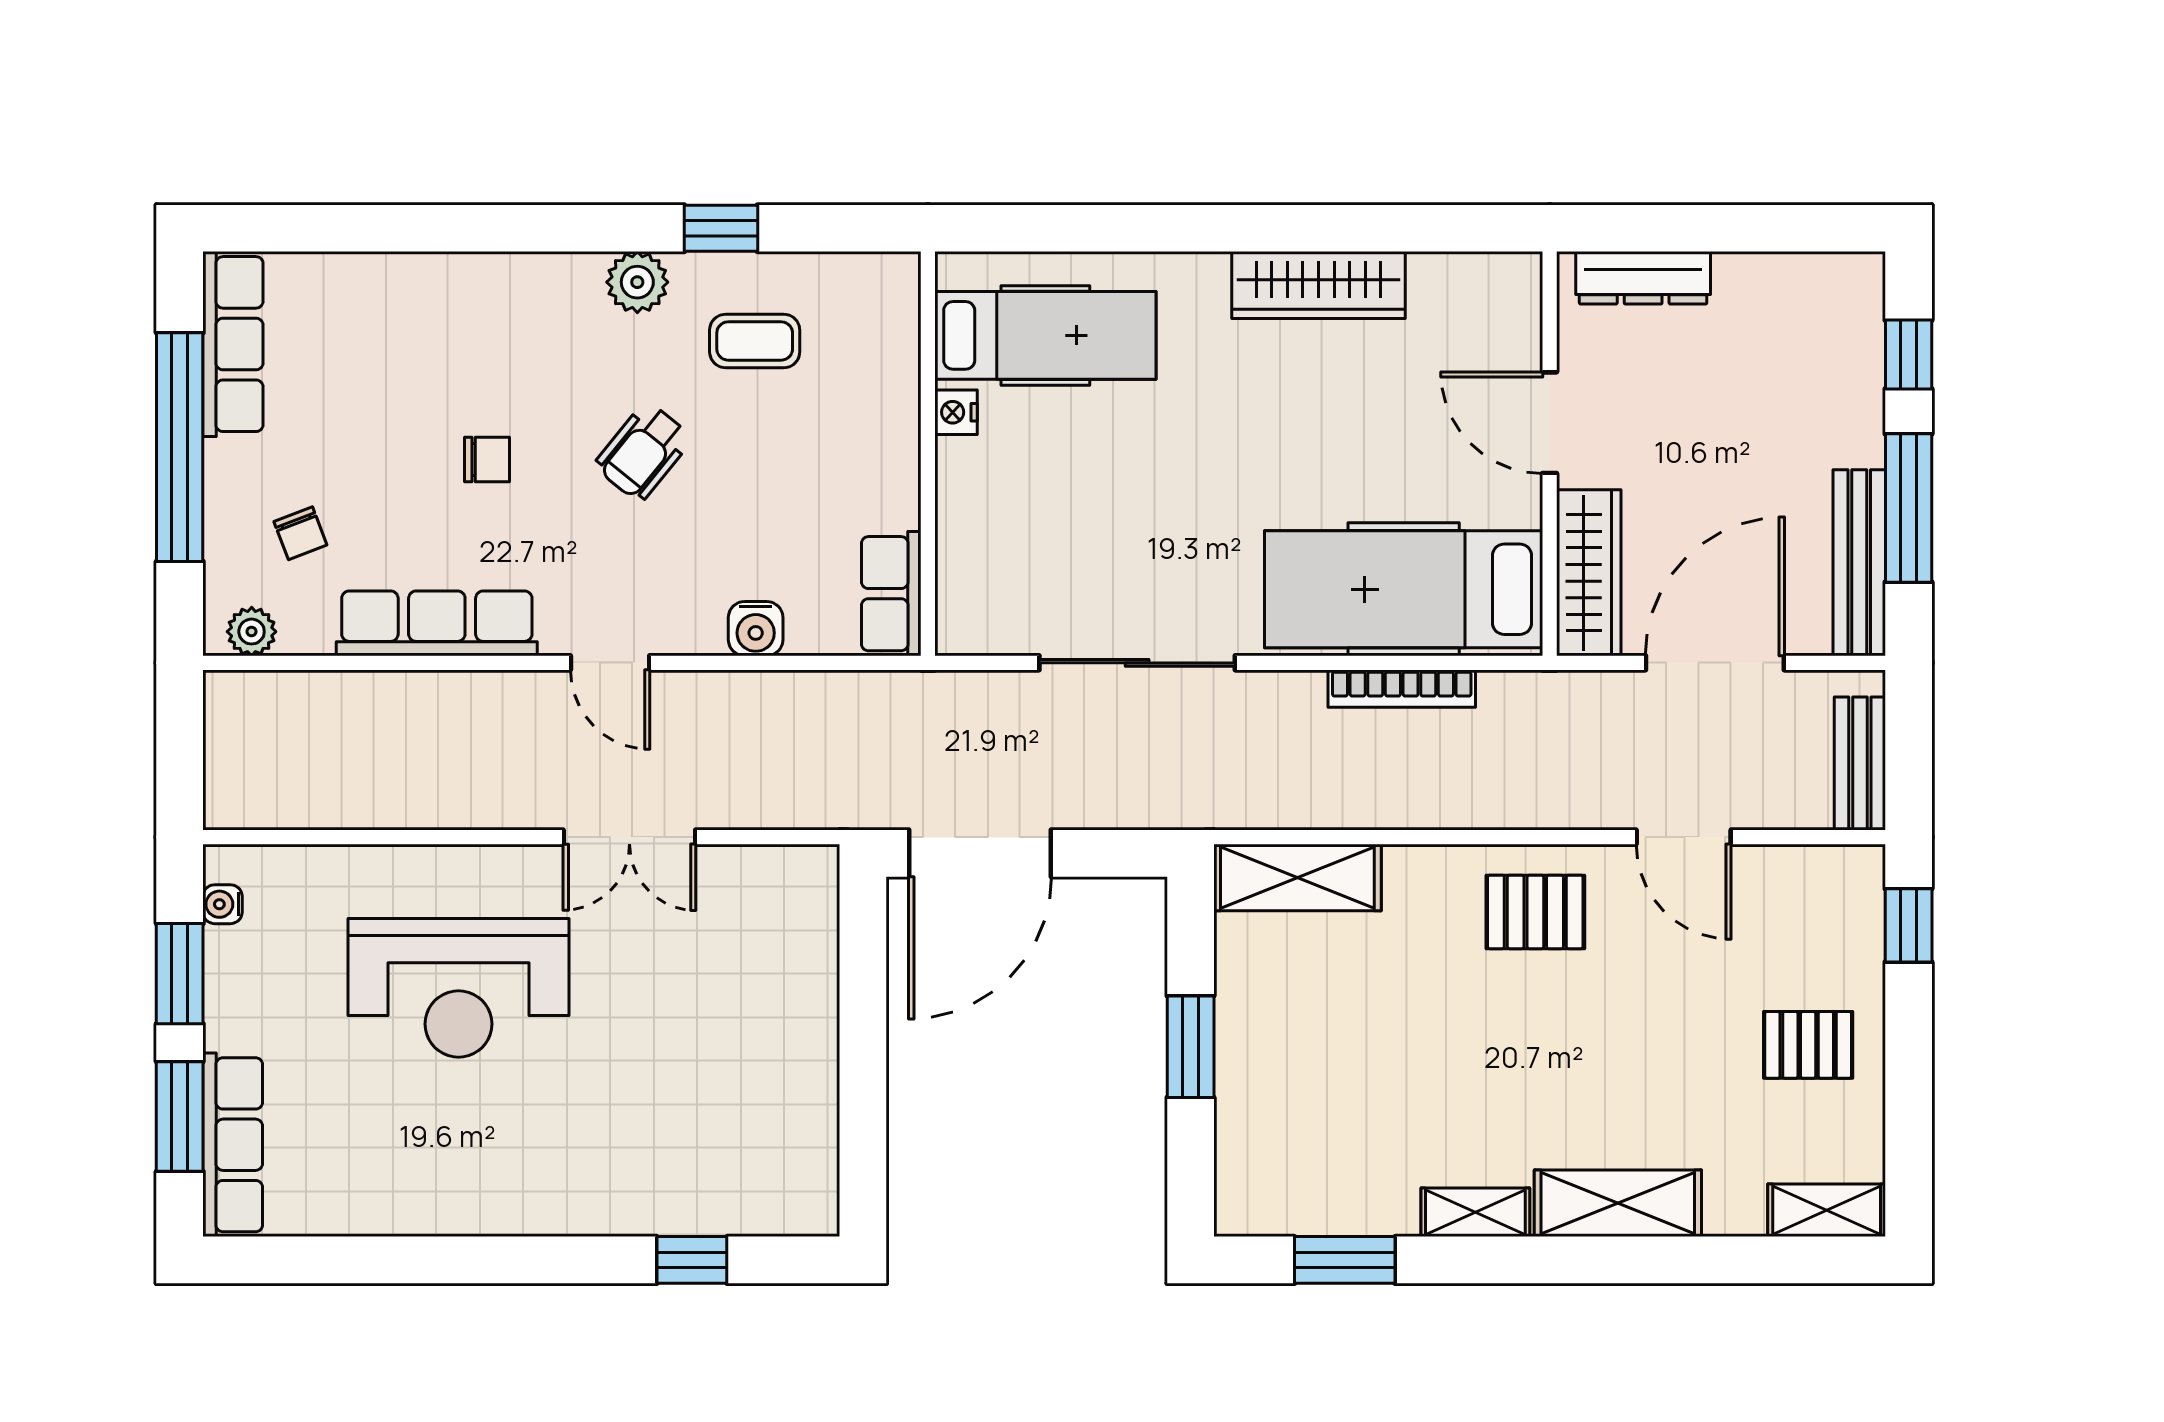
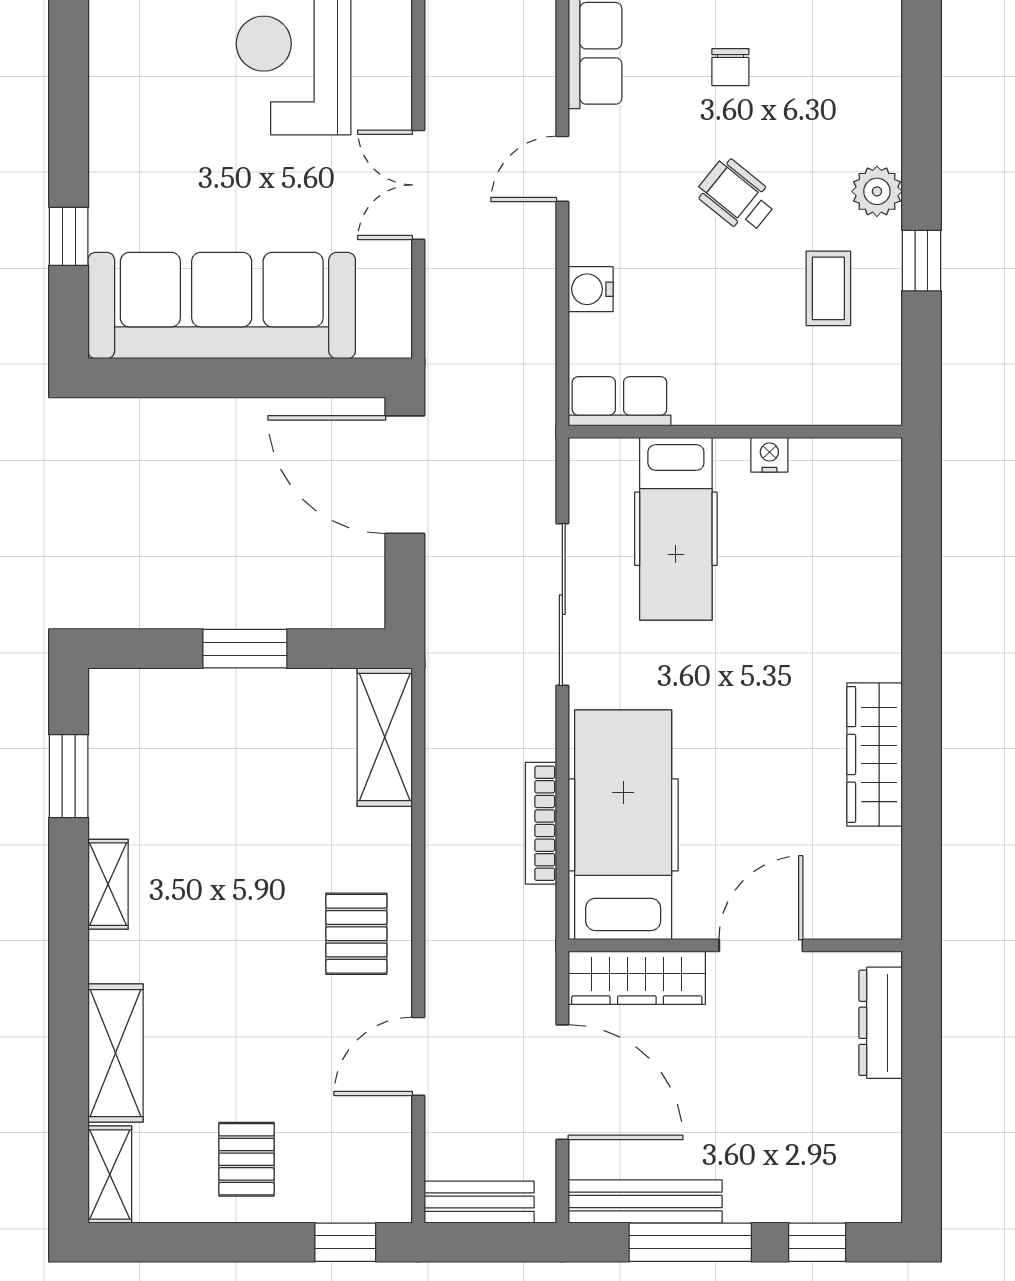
hospital bed: (1045, 335) -> (676, 529), moved
sofa: (775, 1075) -> (222, 306), added
shelving: (1618, 1203) -> (115, 1053), moved

